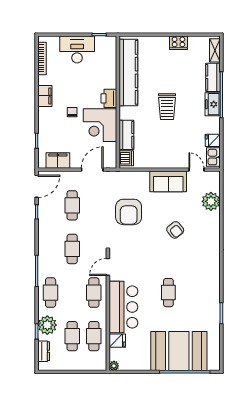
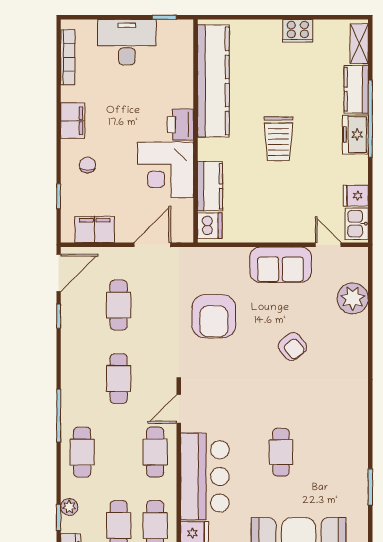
chair: (72, 112) -> (87, 165), moved
plant: (47, 325) -> (69, 507), width x0.53, depth x0.53

